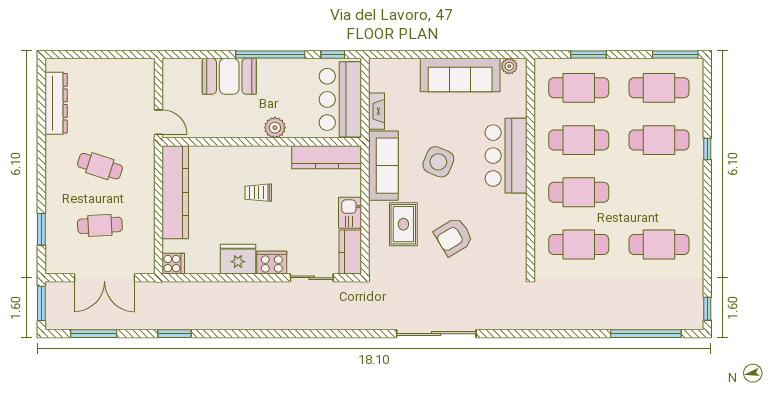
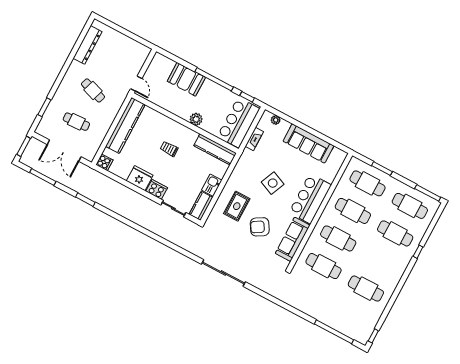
plant: (509, 66) -> (276, 120), moved
sofa: (383, 166) -> (293, 239), moved, turned 180

